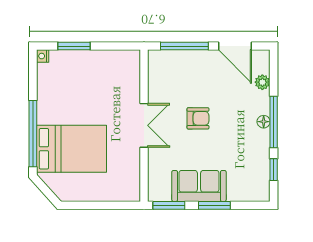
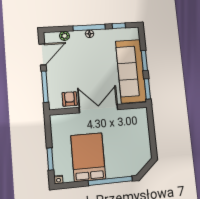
armchair: (198, 118) -> (70, 99), moved
double door: (144, 125) -> (98, 109), width x1.37
bed: (72, 149) -> (88, 157), moved
sofa: (199, 186) -> (131, 71), width x1.85, depth x1.27

